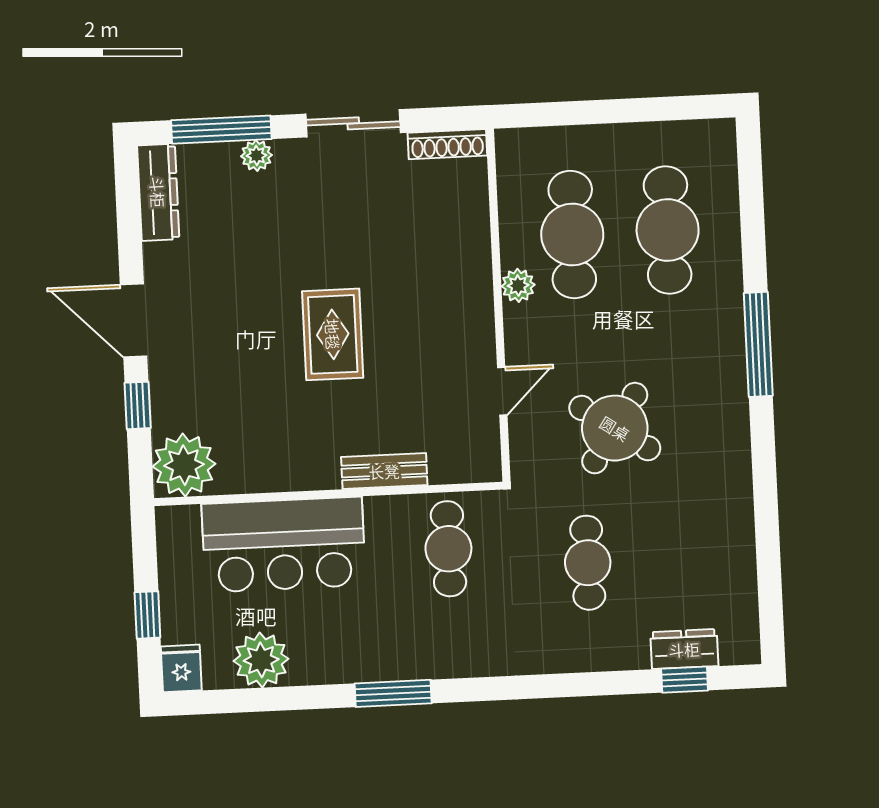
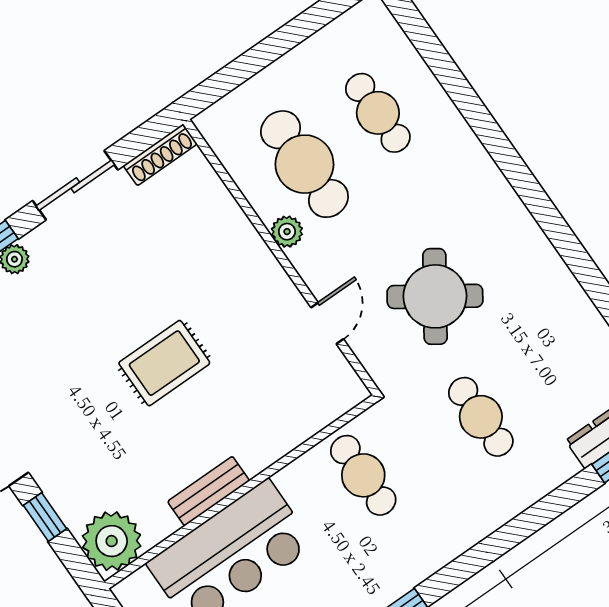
cafe table: (668, 230) -> (378, 113), width x0.73, depth x0.74
rug: (333, 334) -> (164, 363), turned 90
window: (758, 344) -> (507, 158), removed
bench: (384, 471) -> (209, 491), moved

